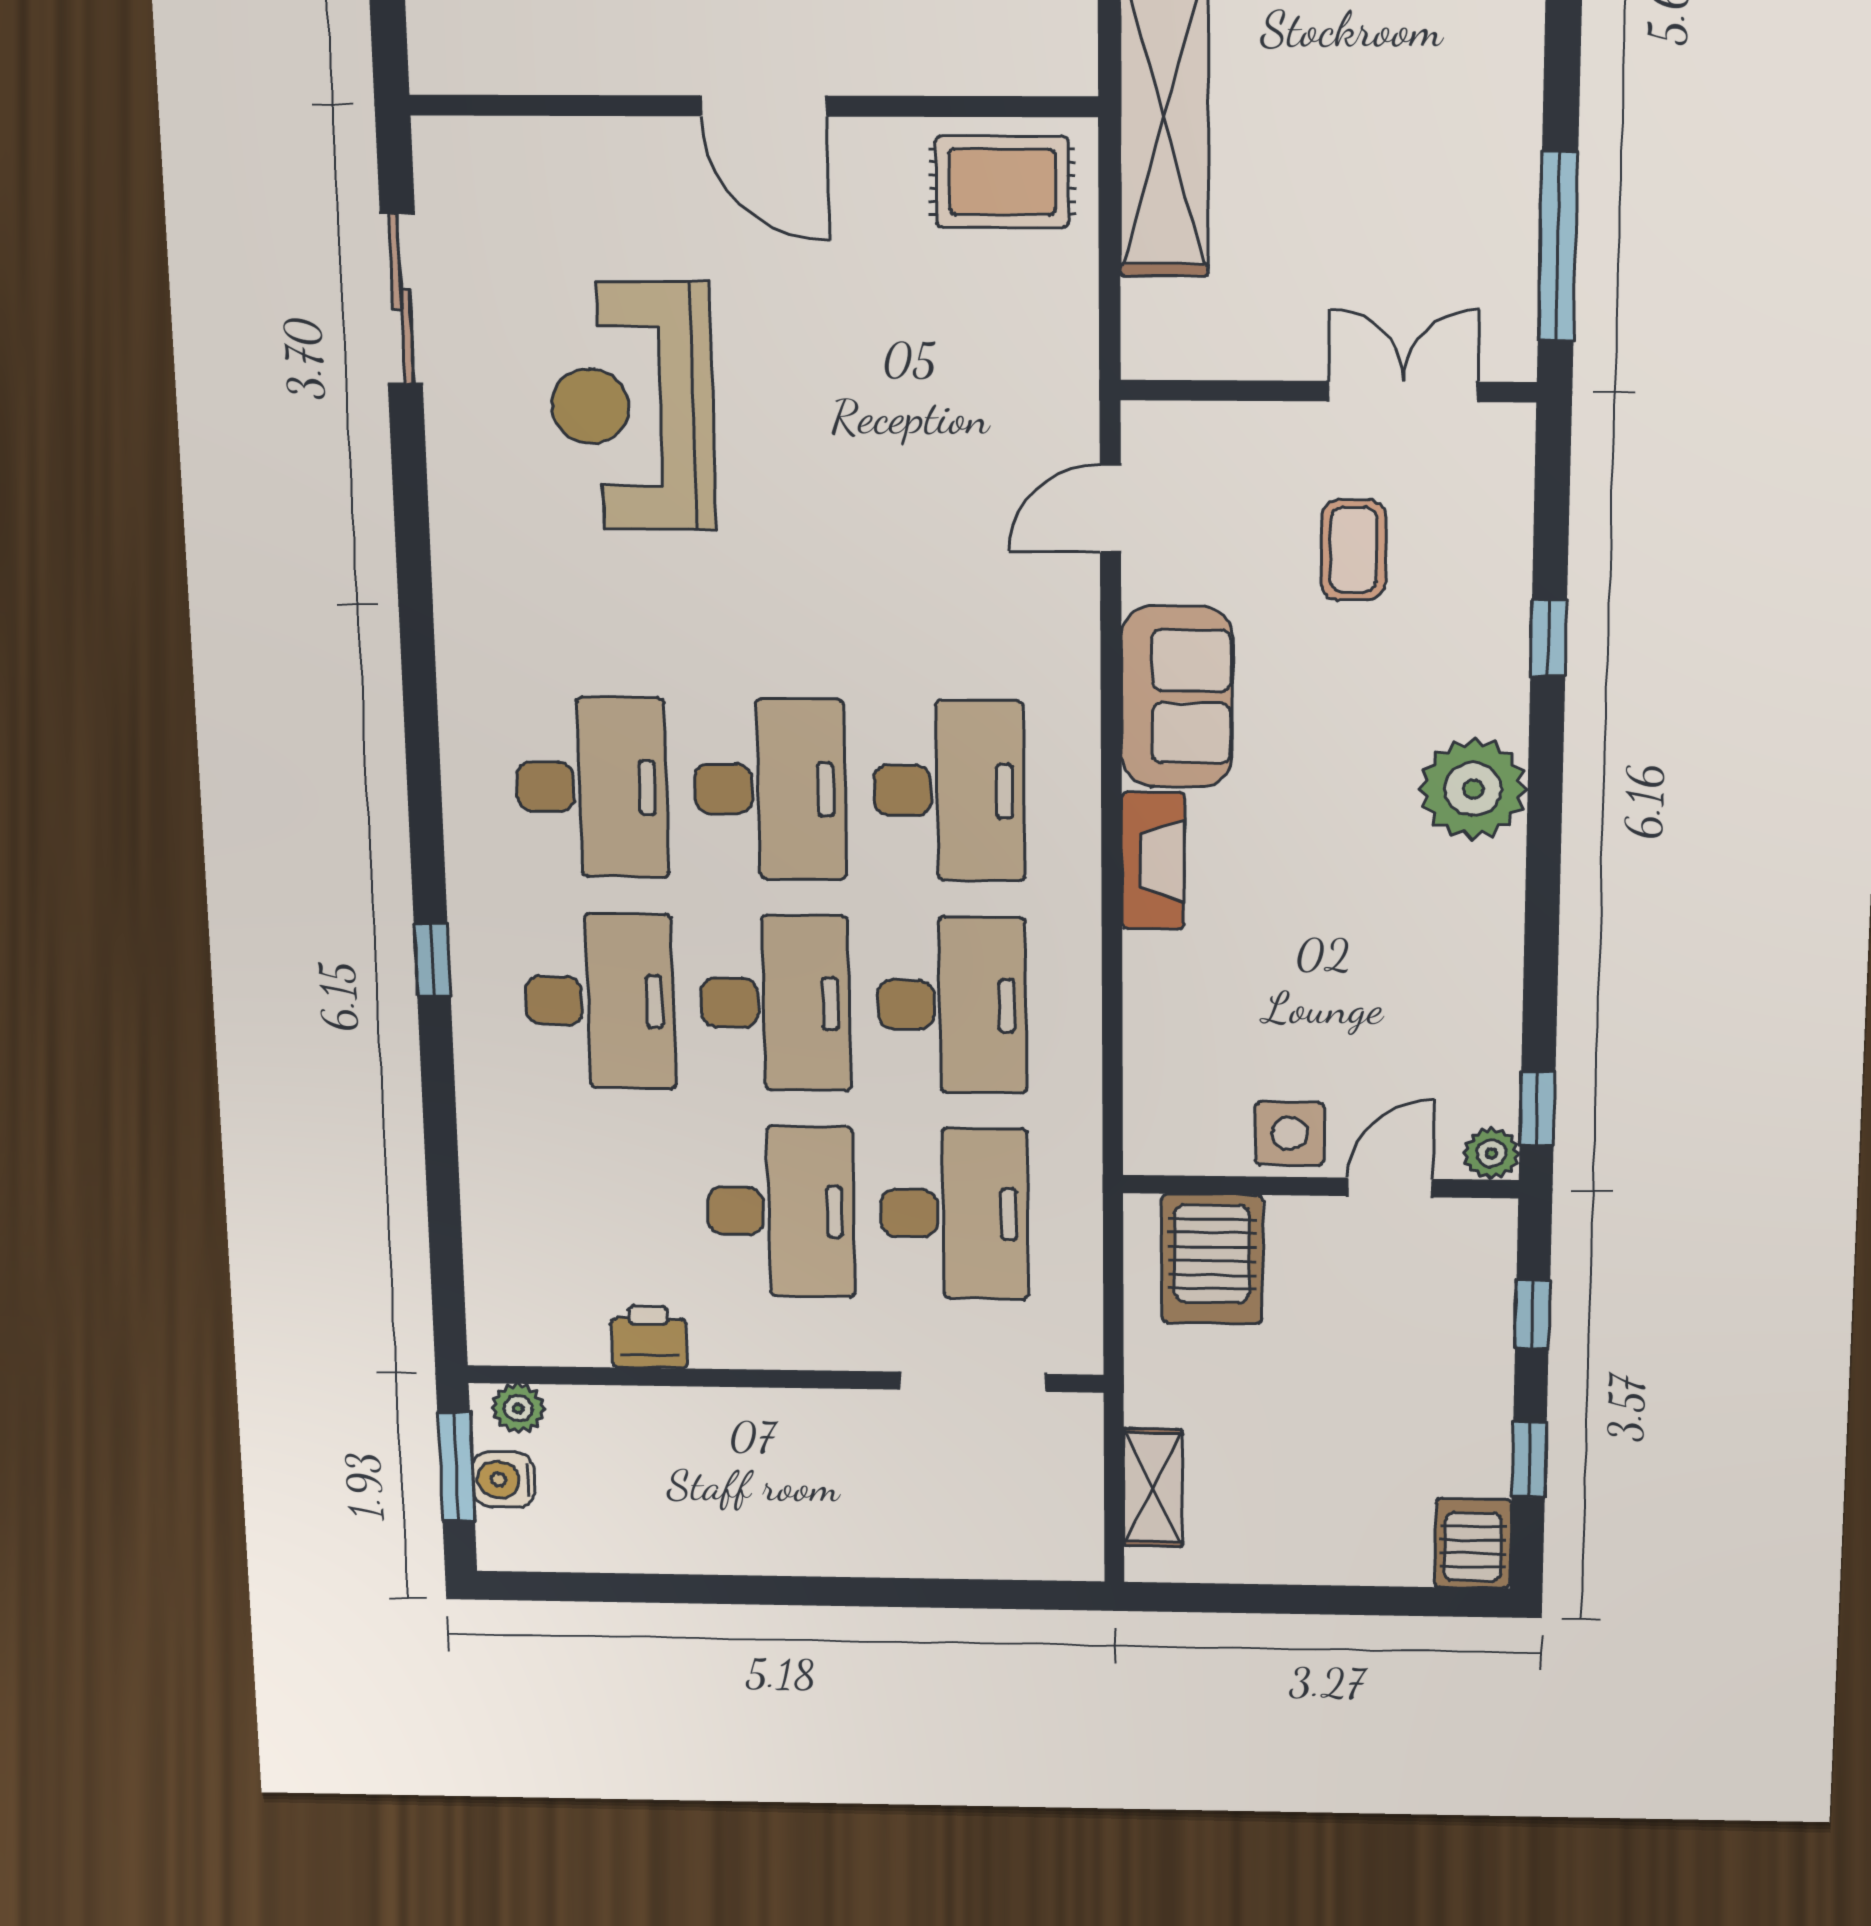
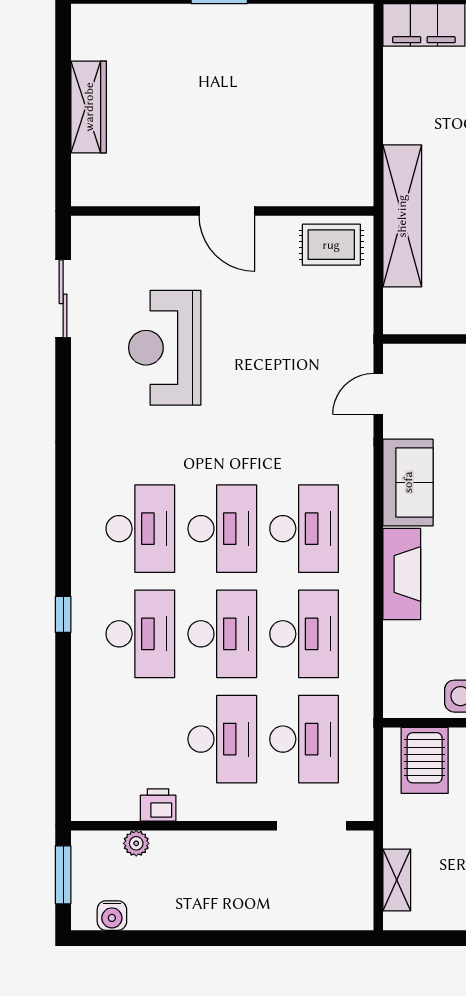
fireplace: (1153, 861) -> (402, 574), width x1.37, depth x1.32
plant: (518, 1408) -> (136, 843), moved
water cooler: (503, 1480) -> (112, 916), moved, turned -90

